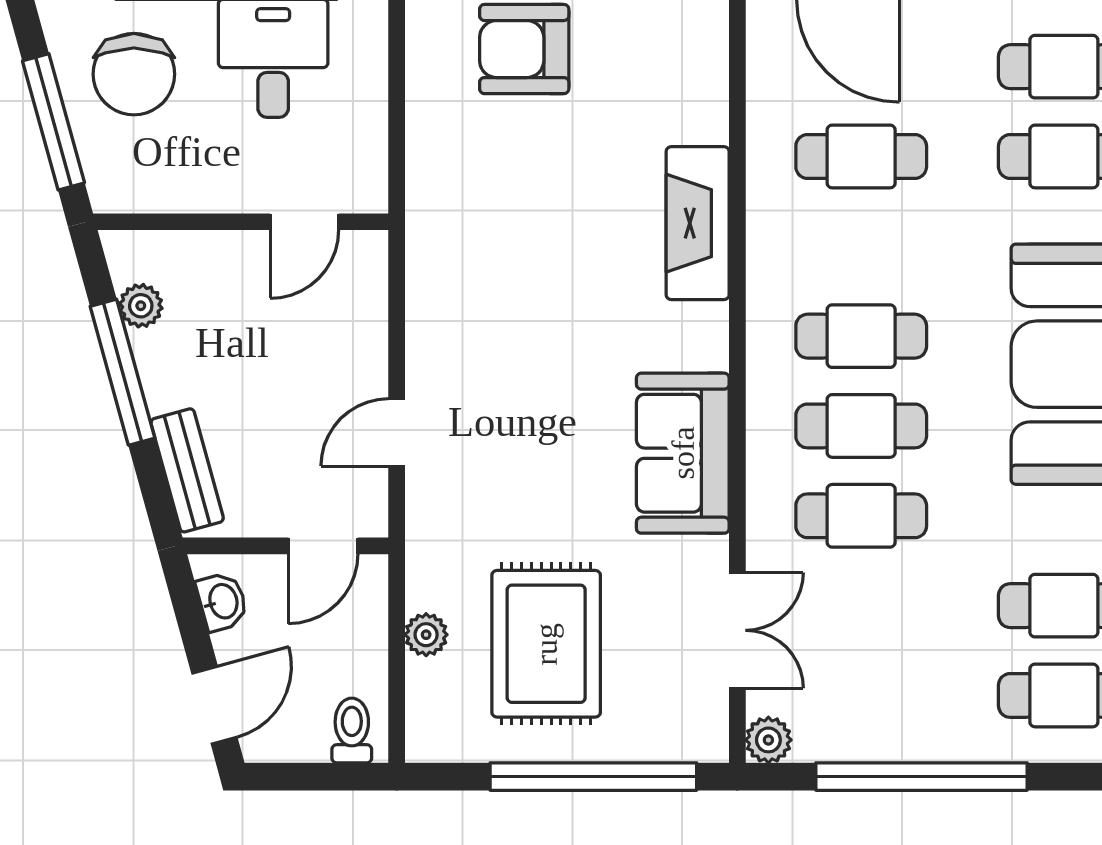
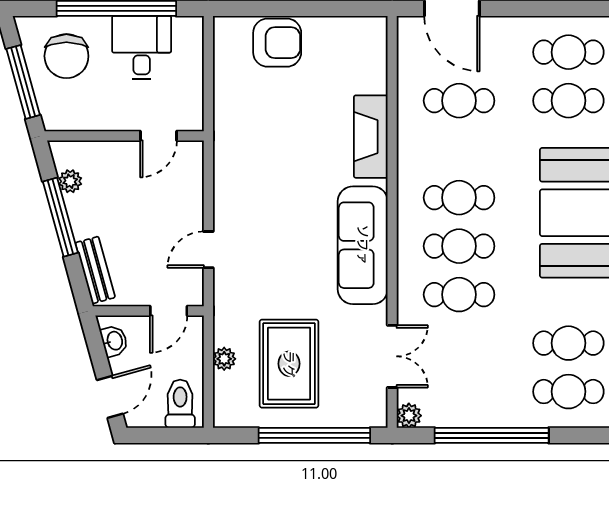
armchair: (524, 49) -> (277, 43), turned 180
sofa: (683, 453) -> (363, 245), width x1.36
toilet: (352, 730) -> (180, 404), width x1.37, depth x1.39

